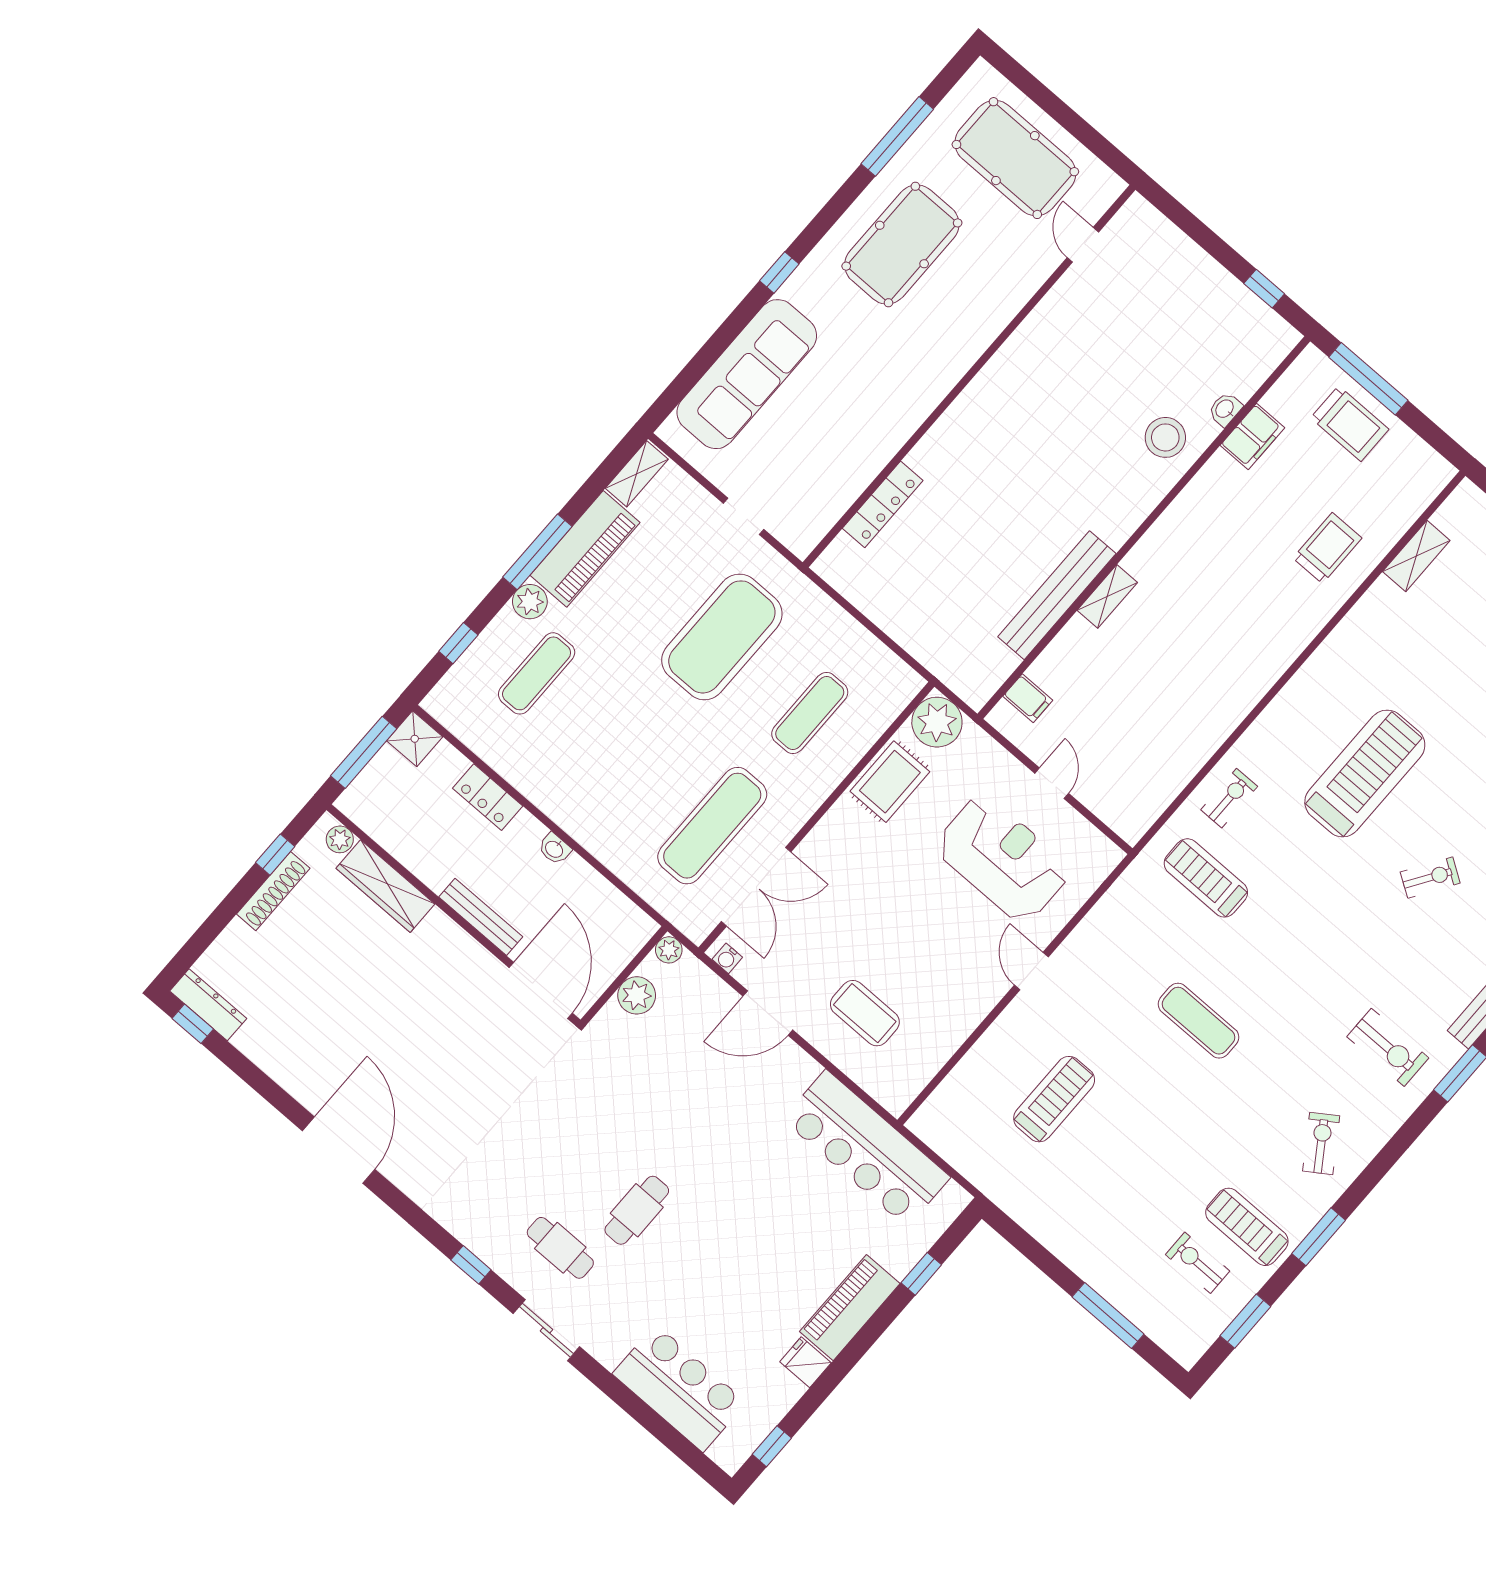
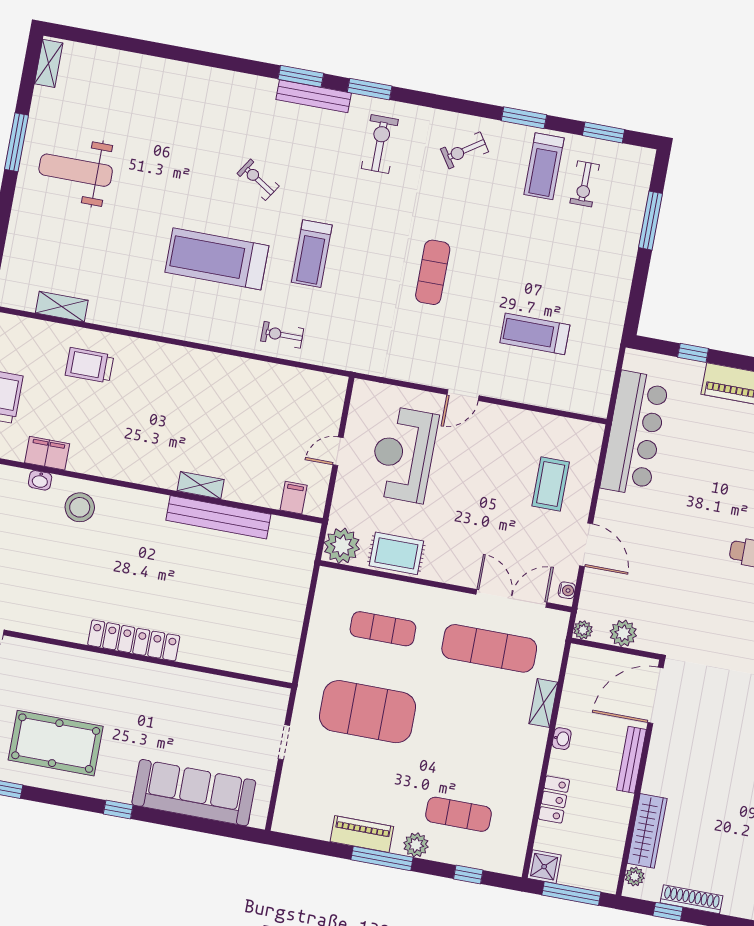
shelving: (637, 474) -> (543, 703), moved, turned 90
locker: (883, 504) -> (134, 640), moved, width x1.41, depth x1.21
piano: (585, 549) -> (362, 834), width x0.73, depth x0.75
treadmill: (1206, 878) -> (312, 254), moved

